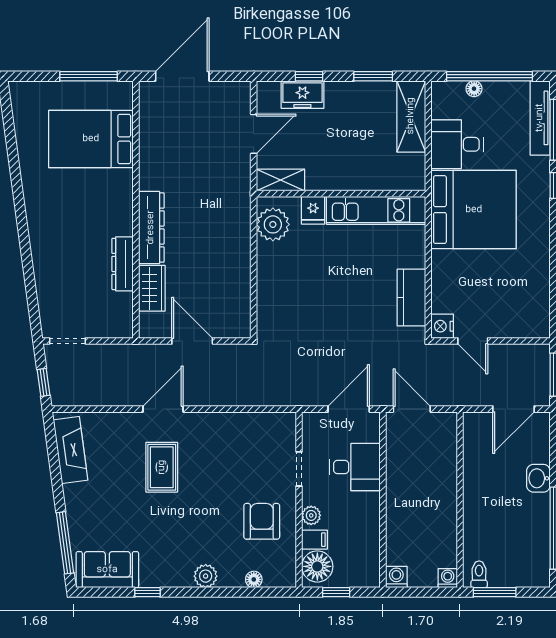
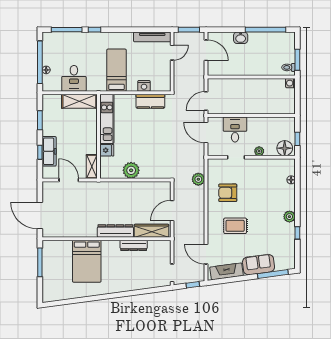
freezer: (302, 95) -> (49, 151), width x1.40
shelving: (411, 116) -> (79, 101), moved
tv unit: (540, 118) -> (152, 37), moved
bed: (91, 139) -> (87, 261), moved
bed: (474, 210) -> (116, 70), width x0.49
plant: (273, 224) -> (131, 170), moved
wardrobe: (152, 288) -> (151, 231), width x1.50
nightstand: (442, 326) -> (144, 86), moved
door: (473, 341) -> (172, 53), moved
plant: (255, 394) -> (198, 179), added
door: (163, 409) -> (206, 254), moved
armchair: (262, 521) -> (228, 193), moved
filing cabinet: (315, 540) -> (271, 150), removed
sofa: (107, 570) -> (258, 265), moved, turned 82
plant: (206, 576) -> (289, 217), moved
washing machine: (396, 577) -> (290, 109), removed

